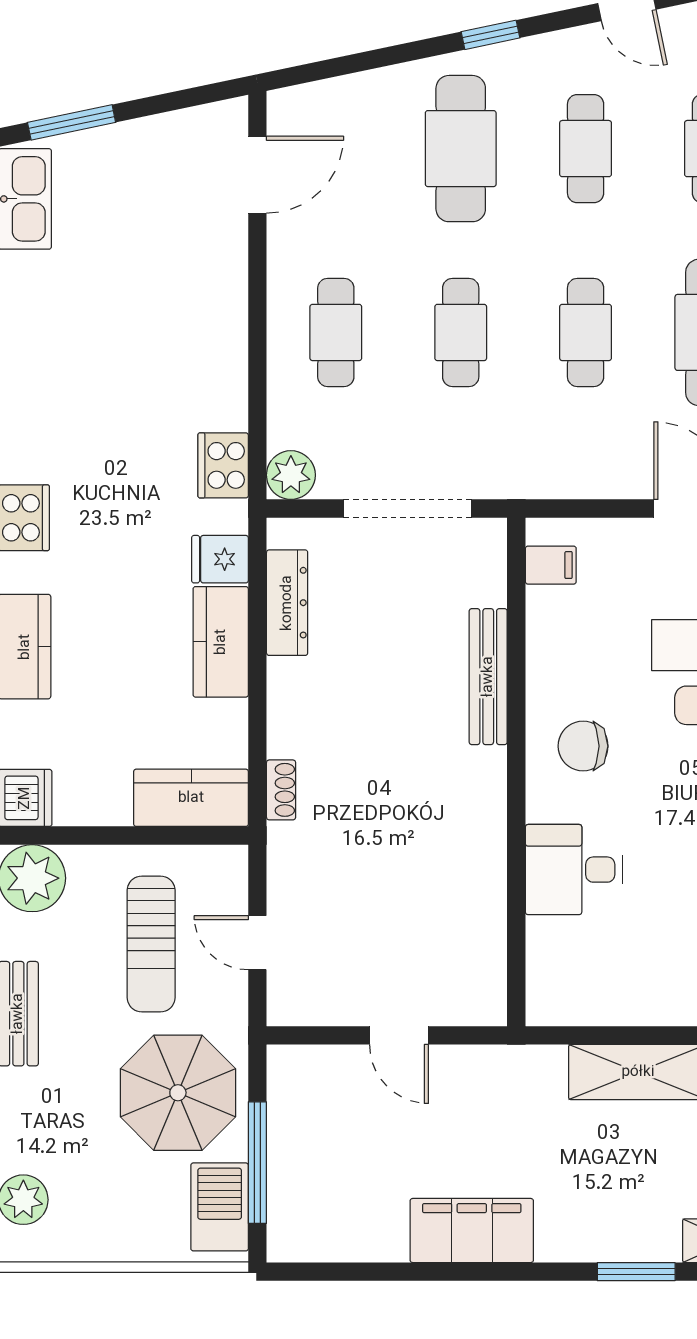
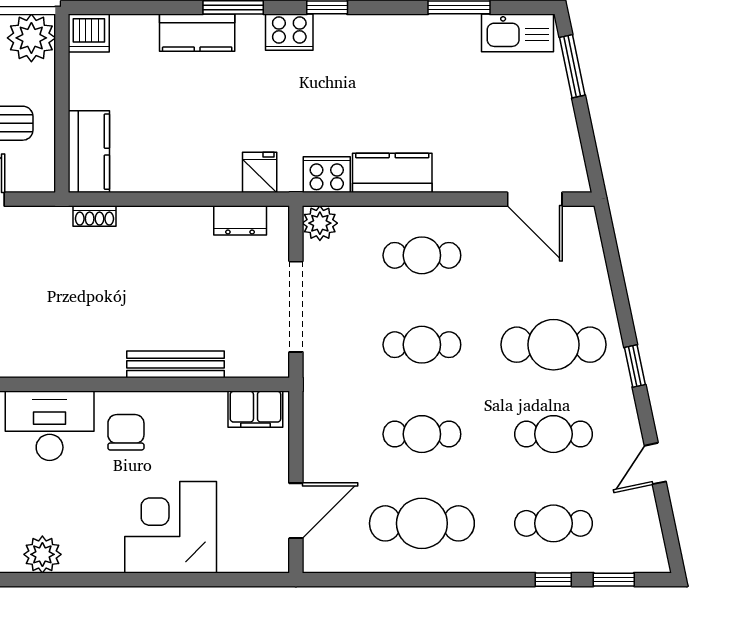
filing cabinet: (551, 565) -> (255, 409), width x2.00
dresser: (287, 603) -> (240, 220), width x0.70
kitchen counter: (221, 642) -> (392, 173), moved
desk: (574, 870) -> (50, 426), width x1.37

